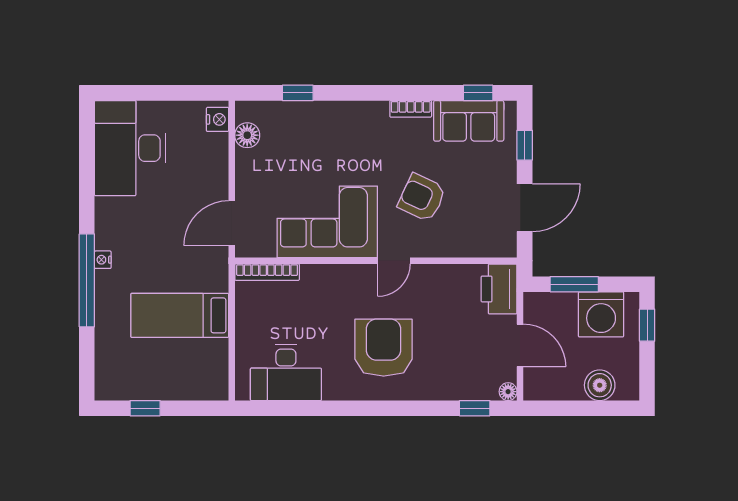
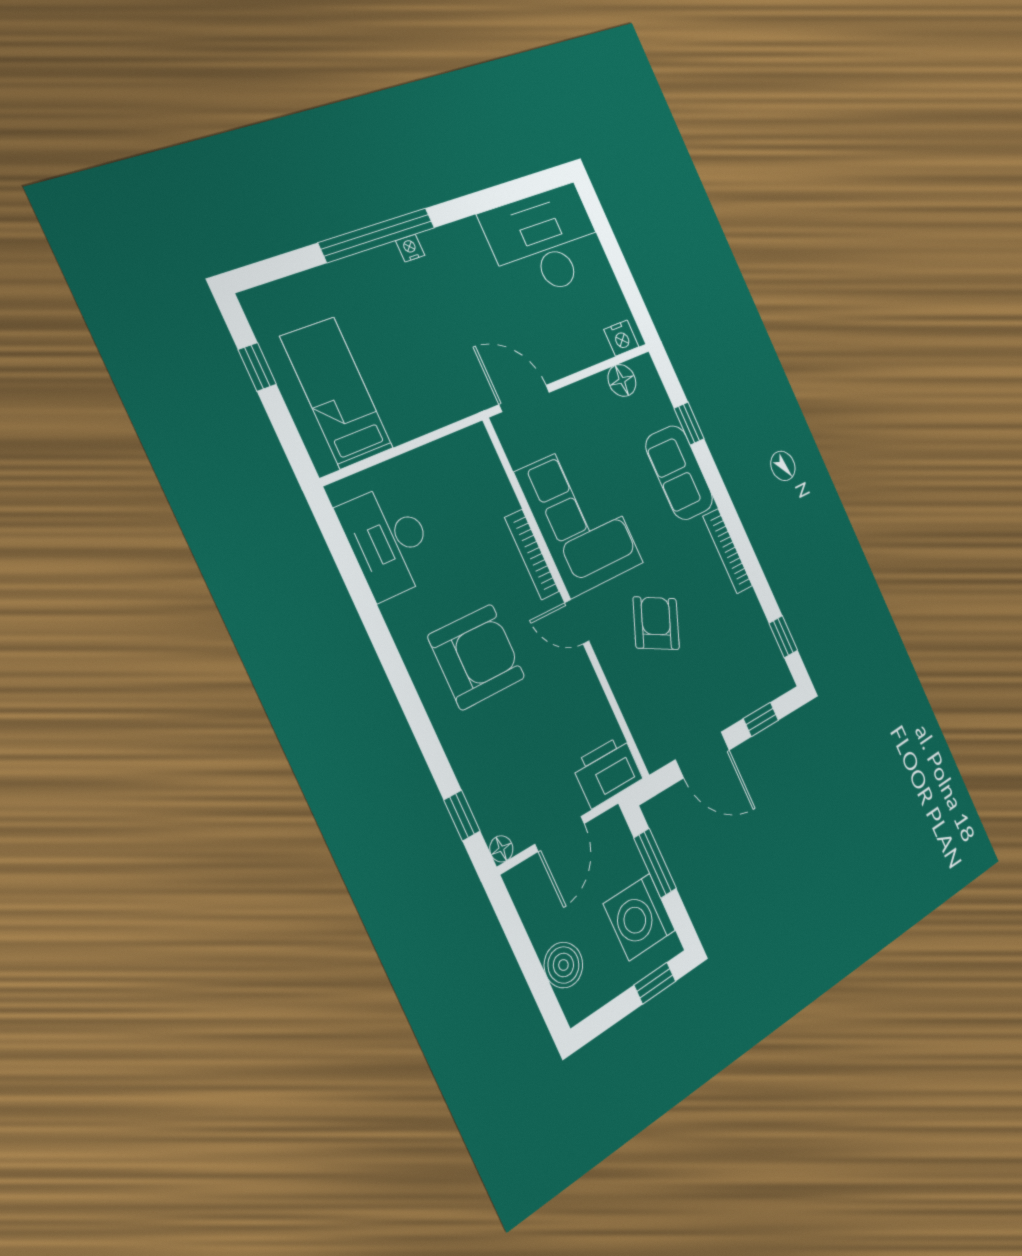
bookcase: (411, 109) -> (728, 551), width x1.56
sofa: (469, 121) -> (679, 473), moved
bookcase: (267, 272) -> (532, 555), moved
bed: (180, 315) -> (337, 393), moved

